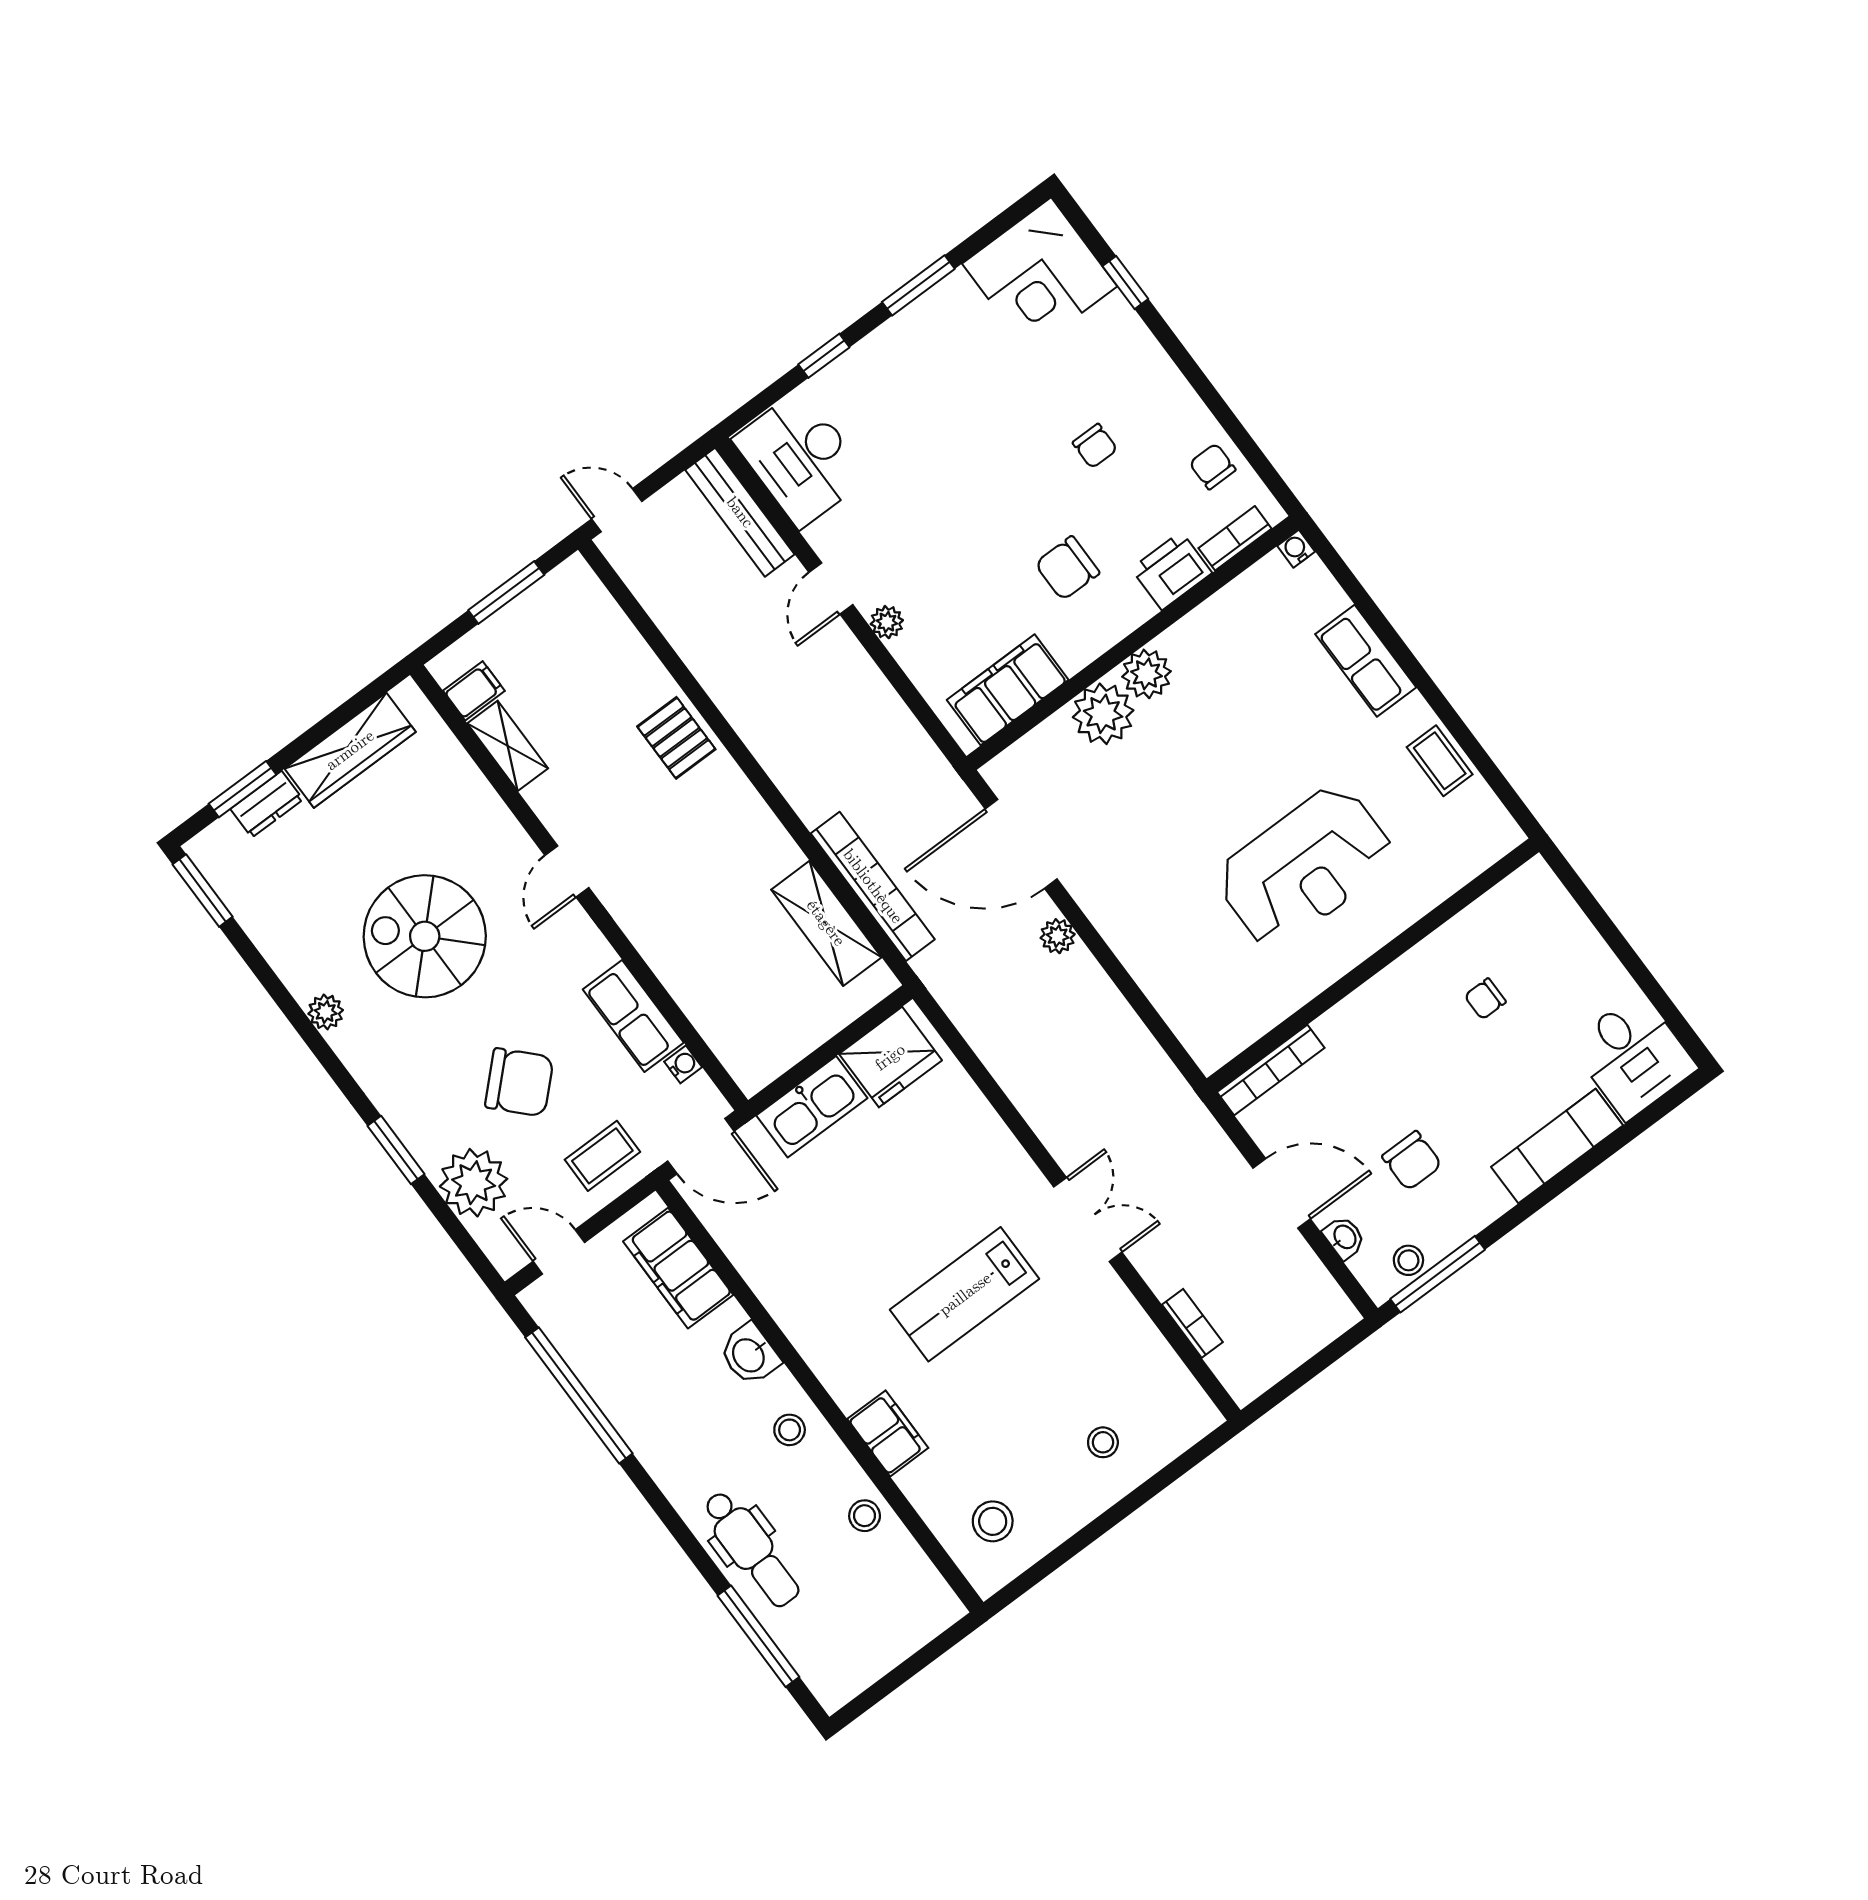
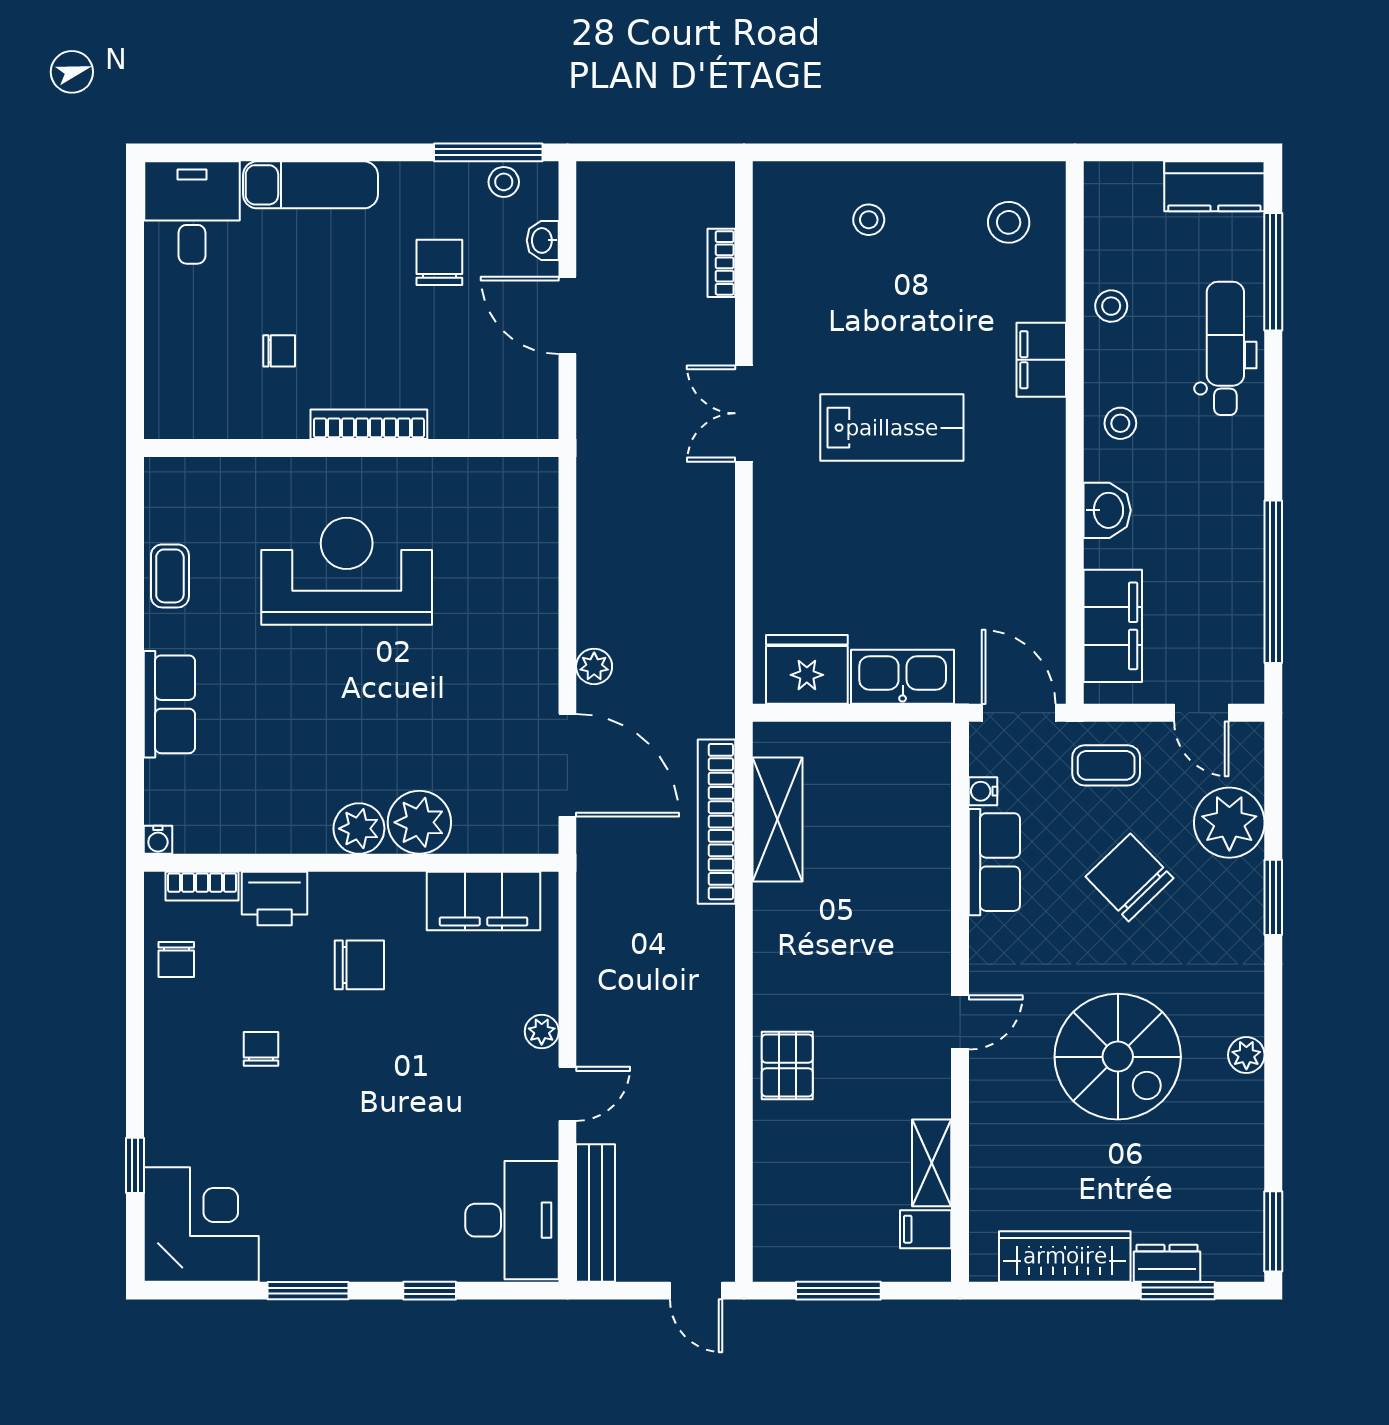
bookcase: (1271, 1070) -> (369, 424), moved
kitchen counter: (854, 1669) -> (1214, 186), added

